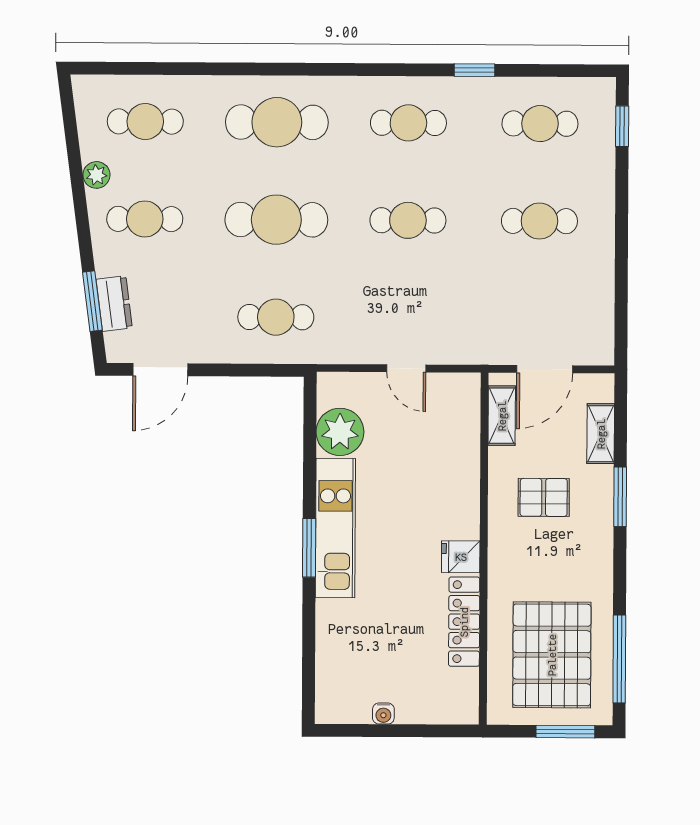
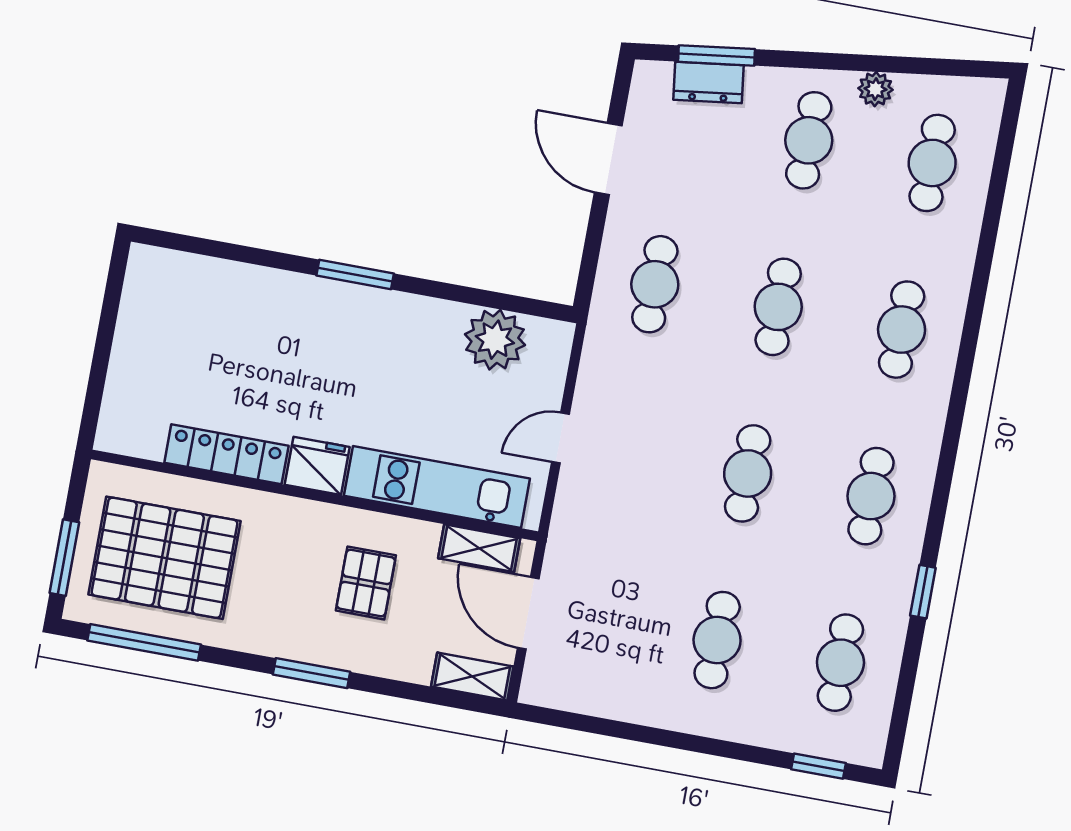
cafe table: (277, 122) -> (902, 330), width x0.73, depth x0.74
cafe table: (276, 220) -> (778, 307), width x0.73, depth x0.74
door: (160, 370) -> (608, 159), moved
shelving: (601, 434) -> (472, 677), moved
window: (620, 497) -> (312, 673), moved
kitchen unit: (335, 528) -> (437, 487), moved, turned 180
fridge: (461, 557) -> (317, 466), width x1.38
water cooler: (383, 714) -> (128, 331), removed

